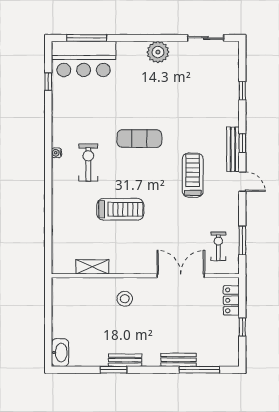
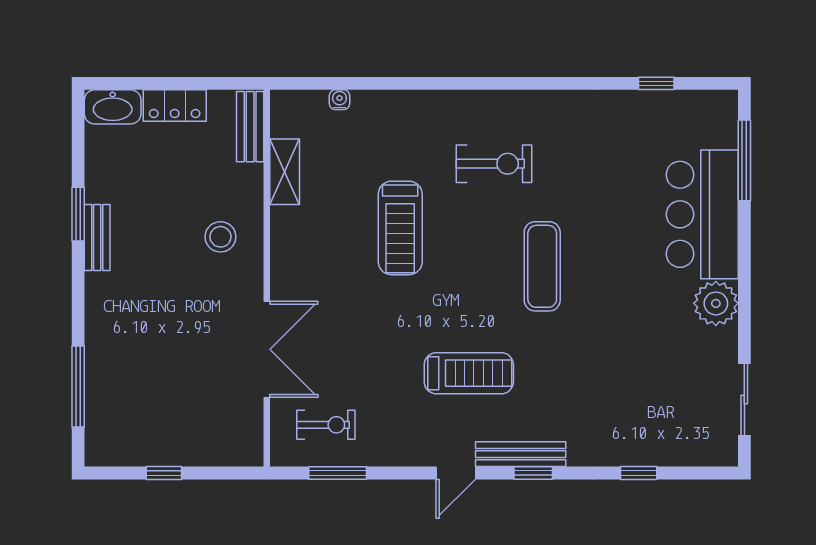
bar counter: (84, 59) -> (702, 214), moved
water cooler: (56, 153) -> (339, 100), moved
locker: (231, 300) -> (175, 106), moved, turned 180
bench: (179, 360) -> (250, 127), moved

